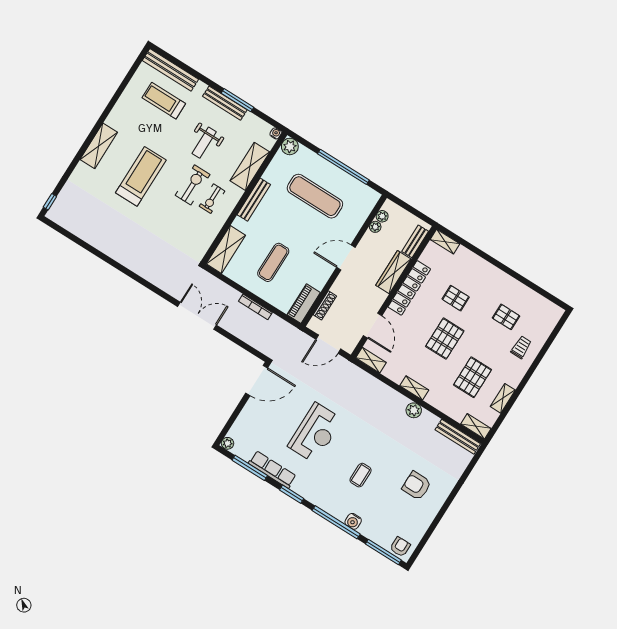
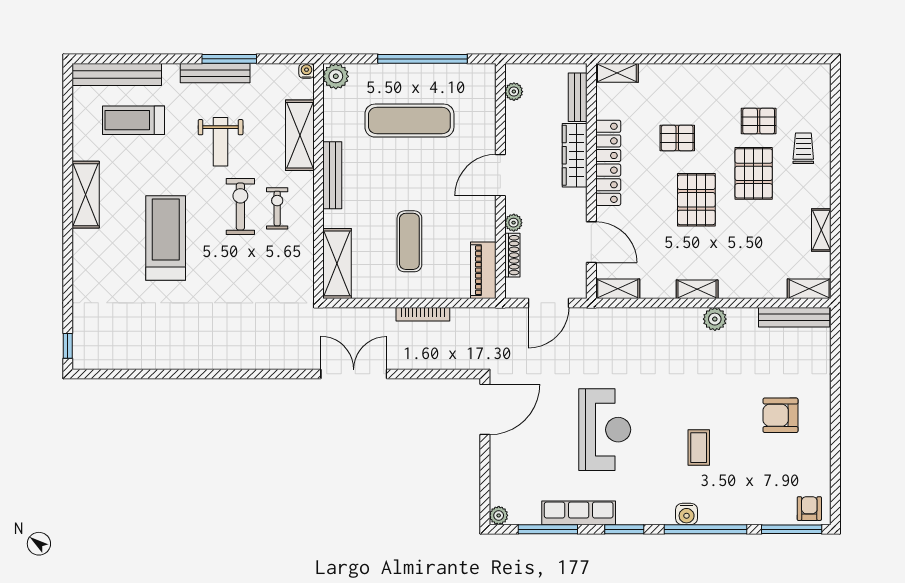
shelving: (99, 146) -> (86, 195), moved
exercise bike: (212, 199) -> (277, 208), turned 180
plant: (375, 227) -> (514, 223), moved
pallet: (473, 377) -> (754, 173), moved
water cooler: (353, 521) -> (687, 514), moved

